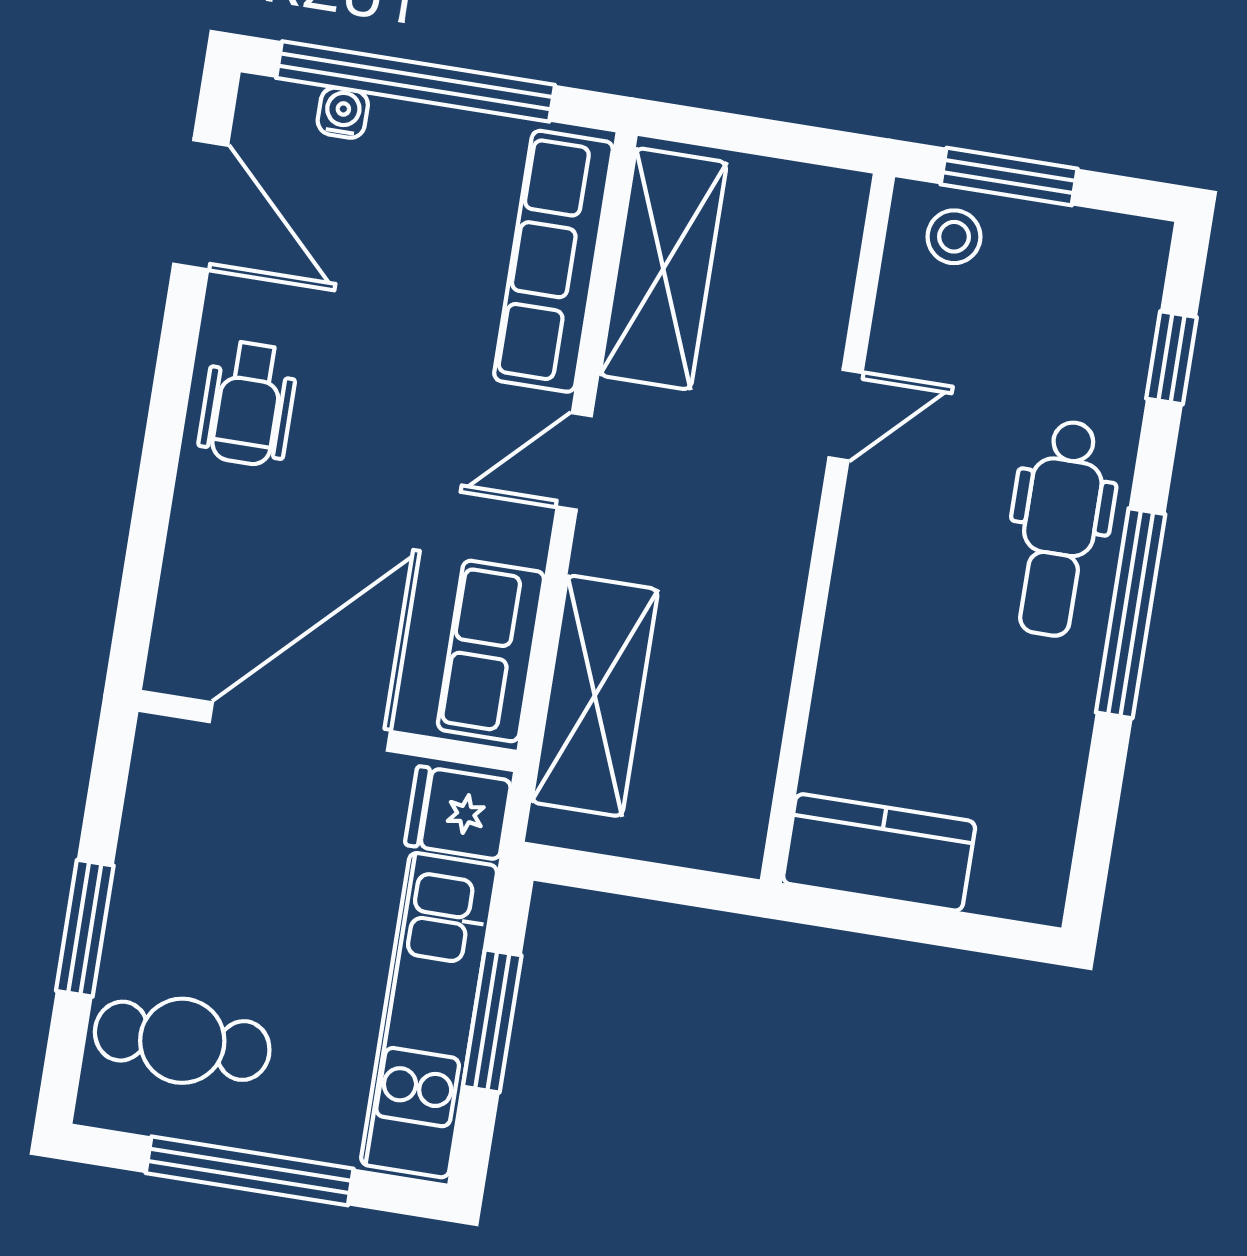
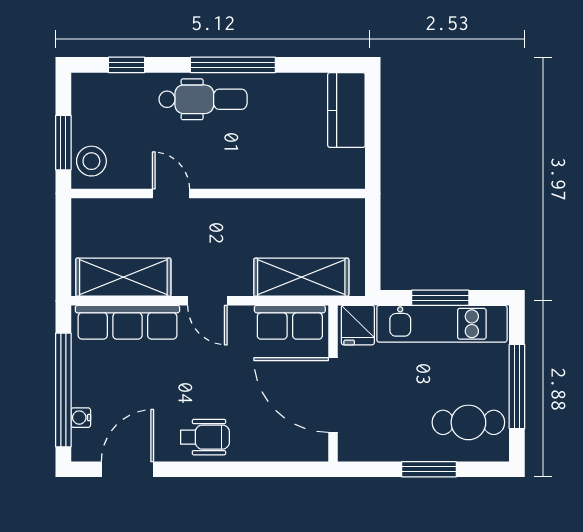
stool: (954, 237) -> (91, 161), width x1.37, depth x1.37
kitchen counter: (879, 852) -> (346, 110), moved
cafe table: (182, 1041) -> (468, 422), turned 90

